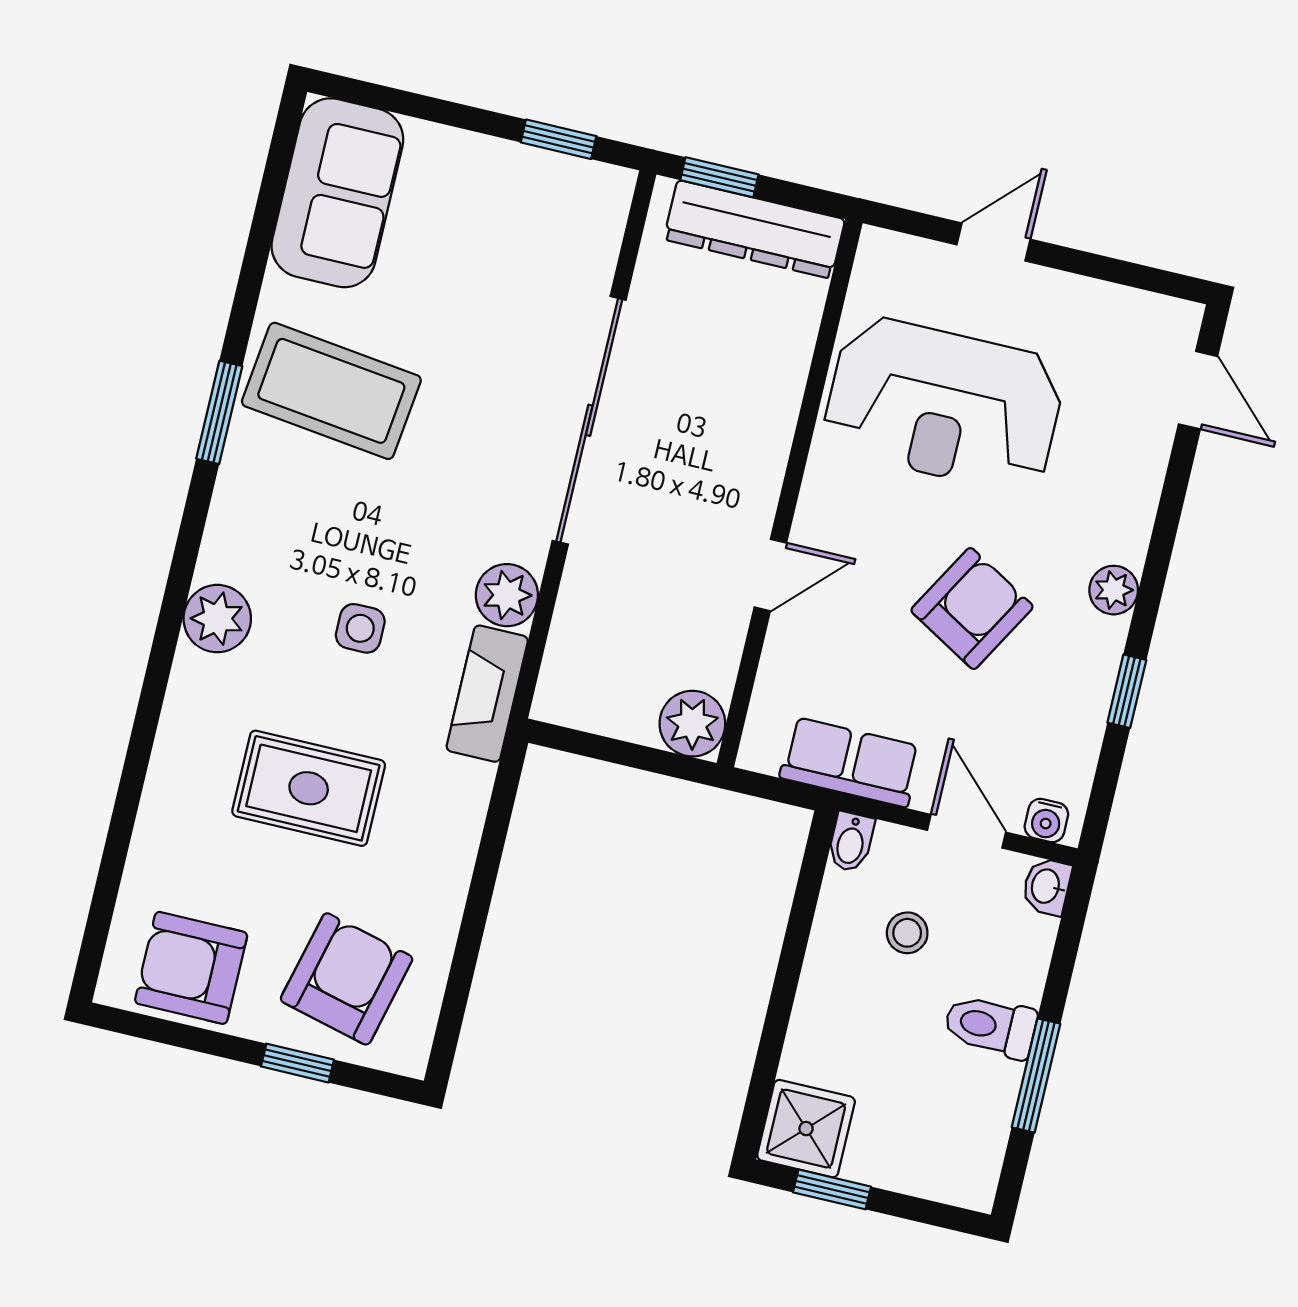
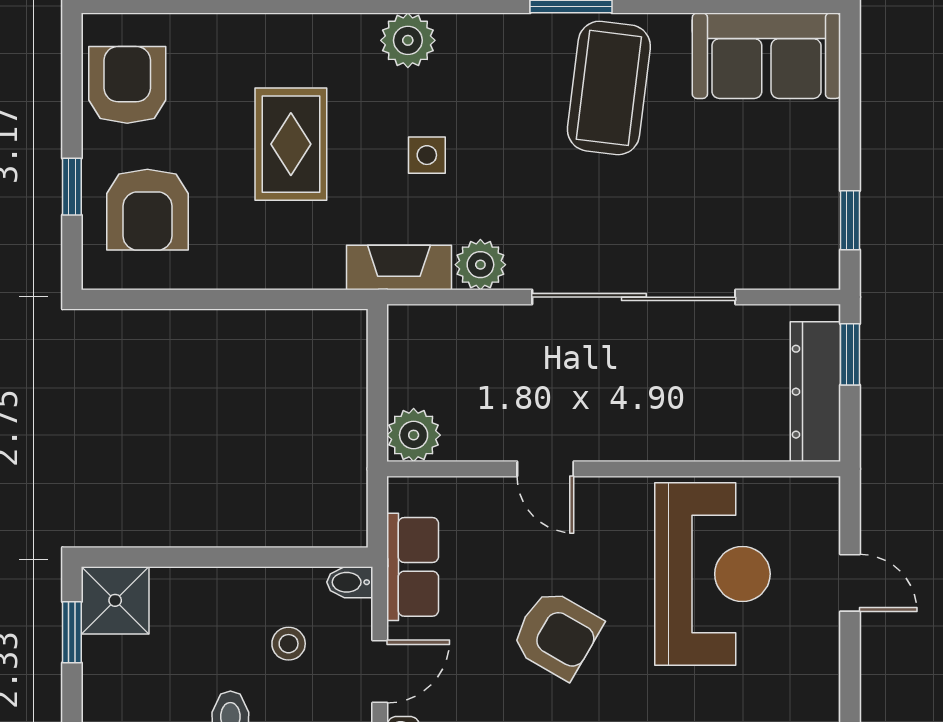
reception desk: (944, 404) -> (712, 574), turned 180
armchair: (347, 979) -> (147, 210), turned 76

